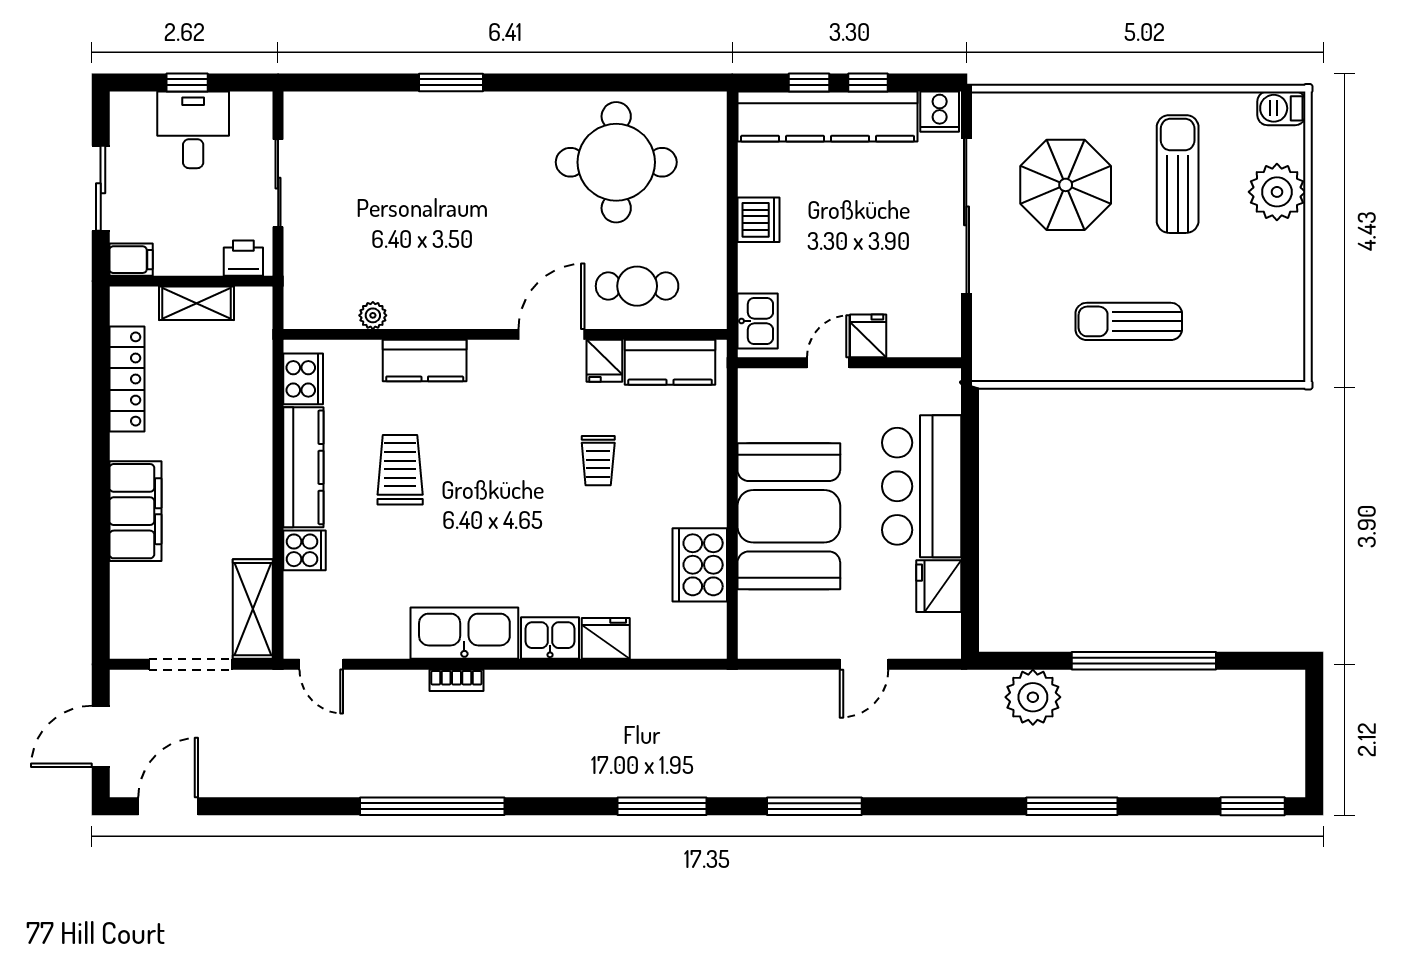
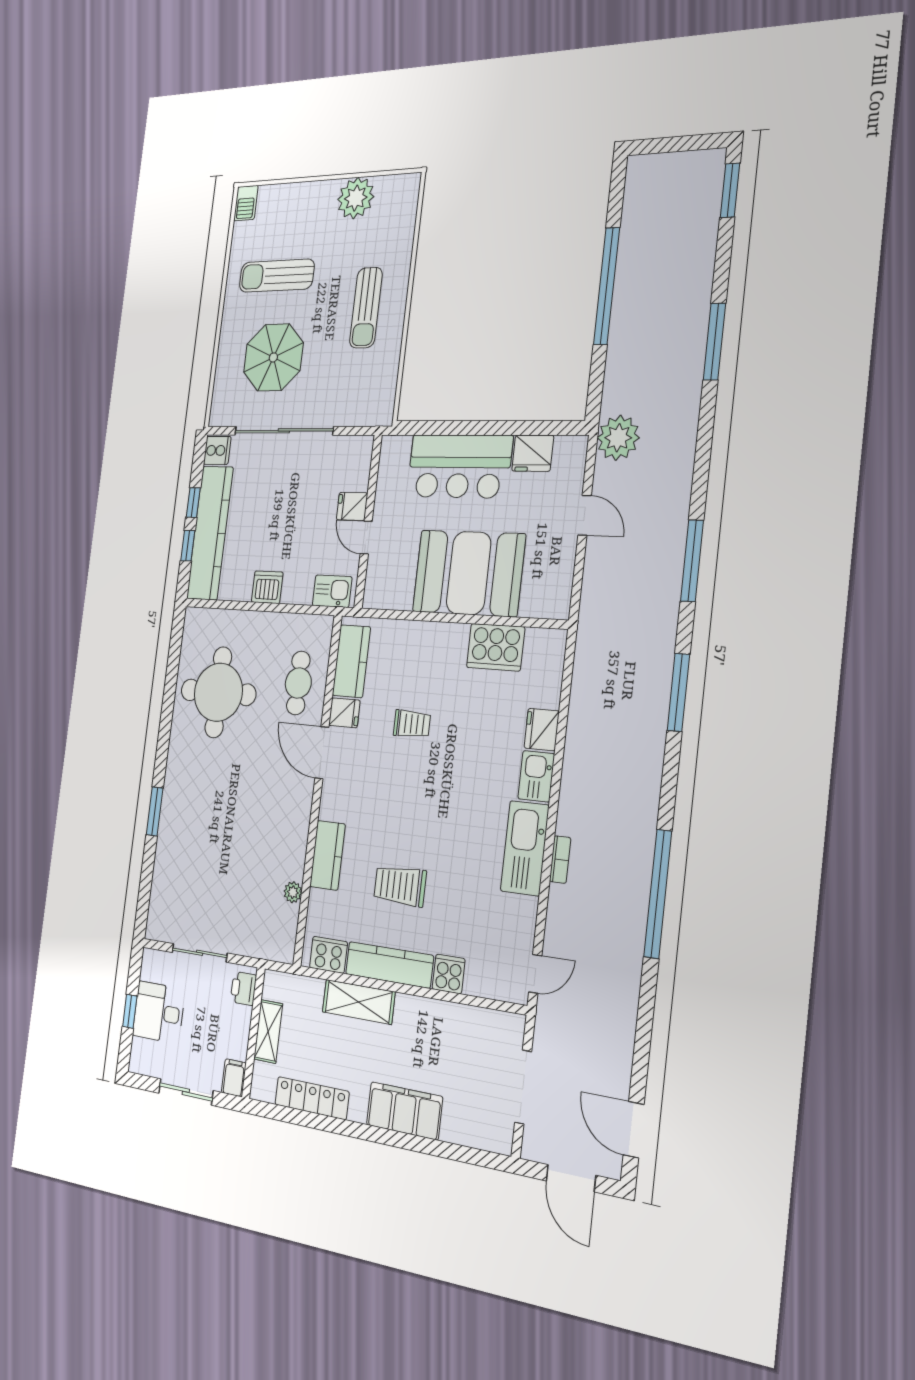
plant: (1277, 192) -> (356, 198), moved
shelving: (253, 609) -> (359, 1002), moved
plant: (1033, 697) -> (618, 438), moved

